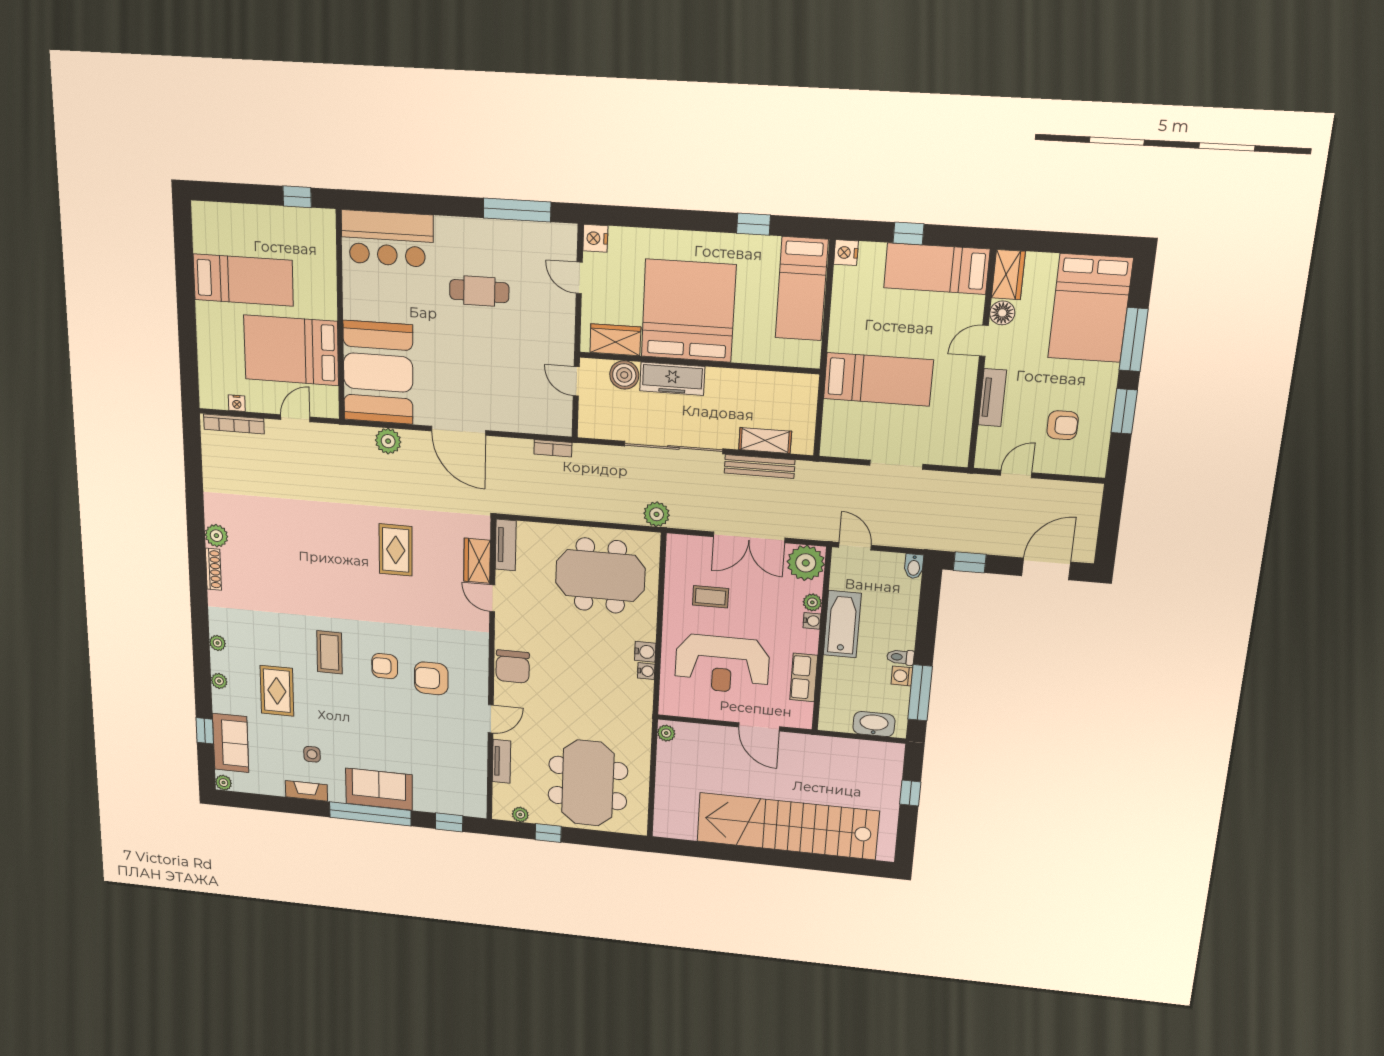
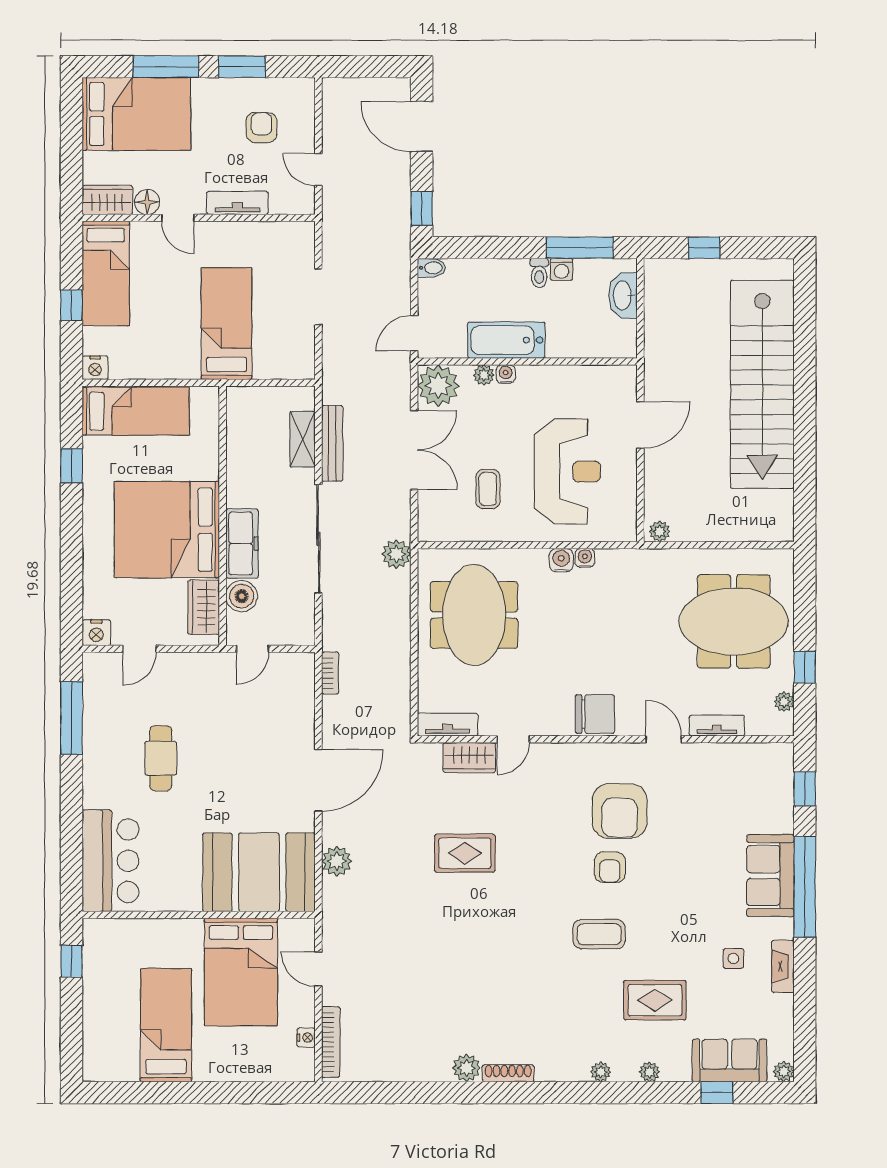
row of seats: (804, 677) -> (574, 378), removed
armchair: (431, 678) -> (620, 811), width x1.36, depth x1.36

